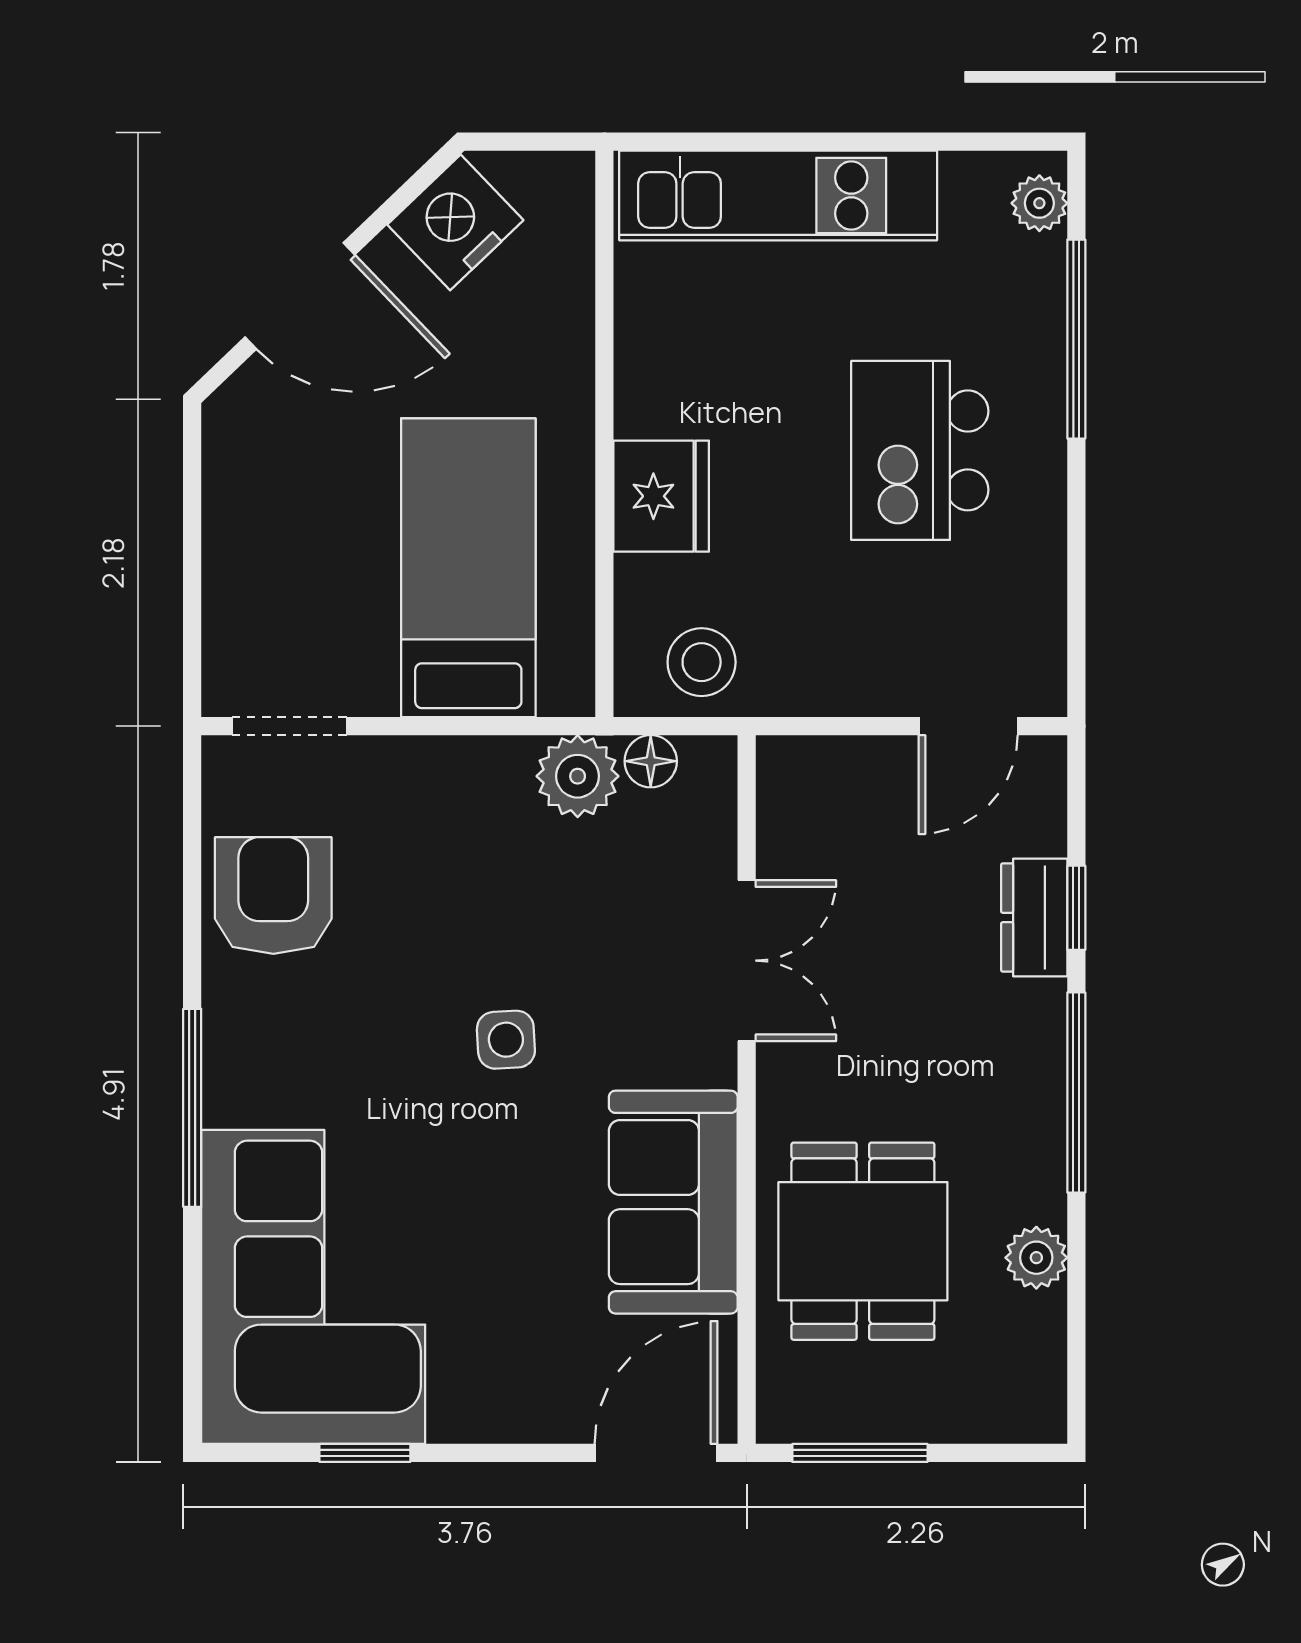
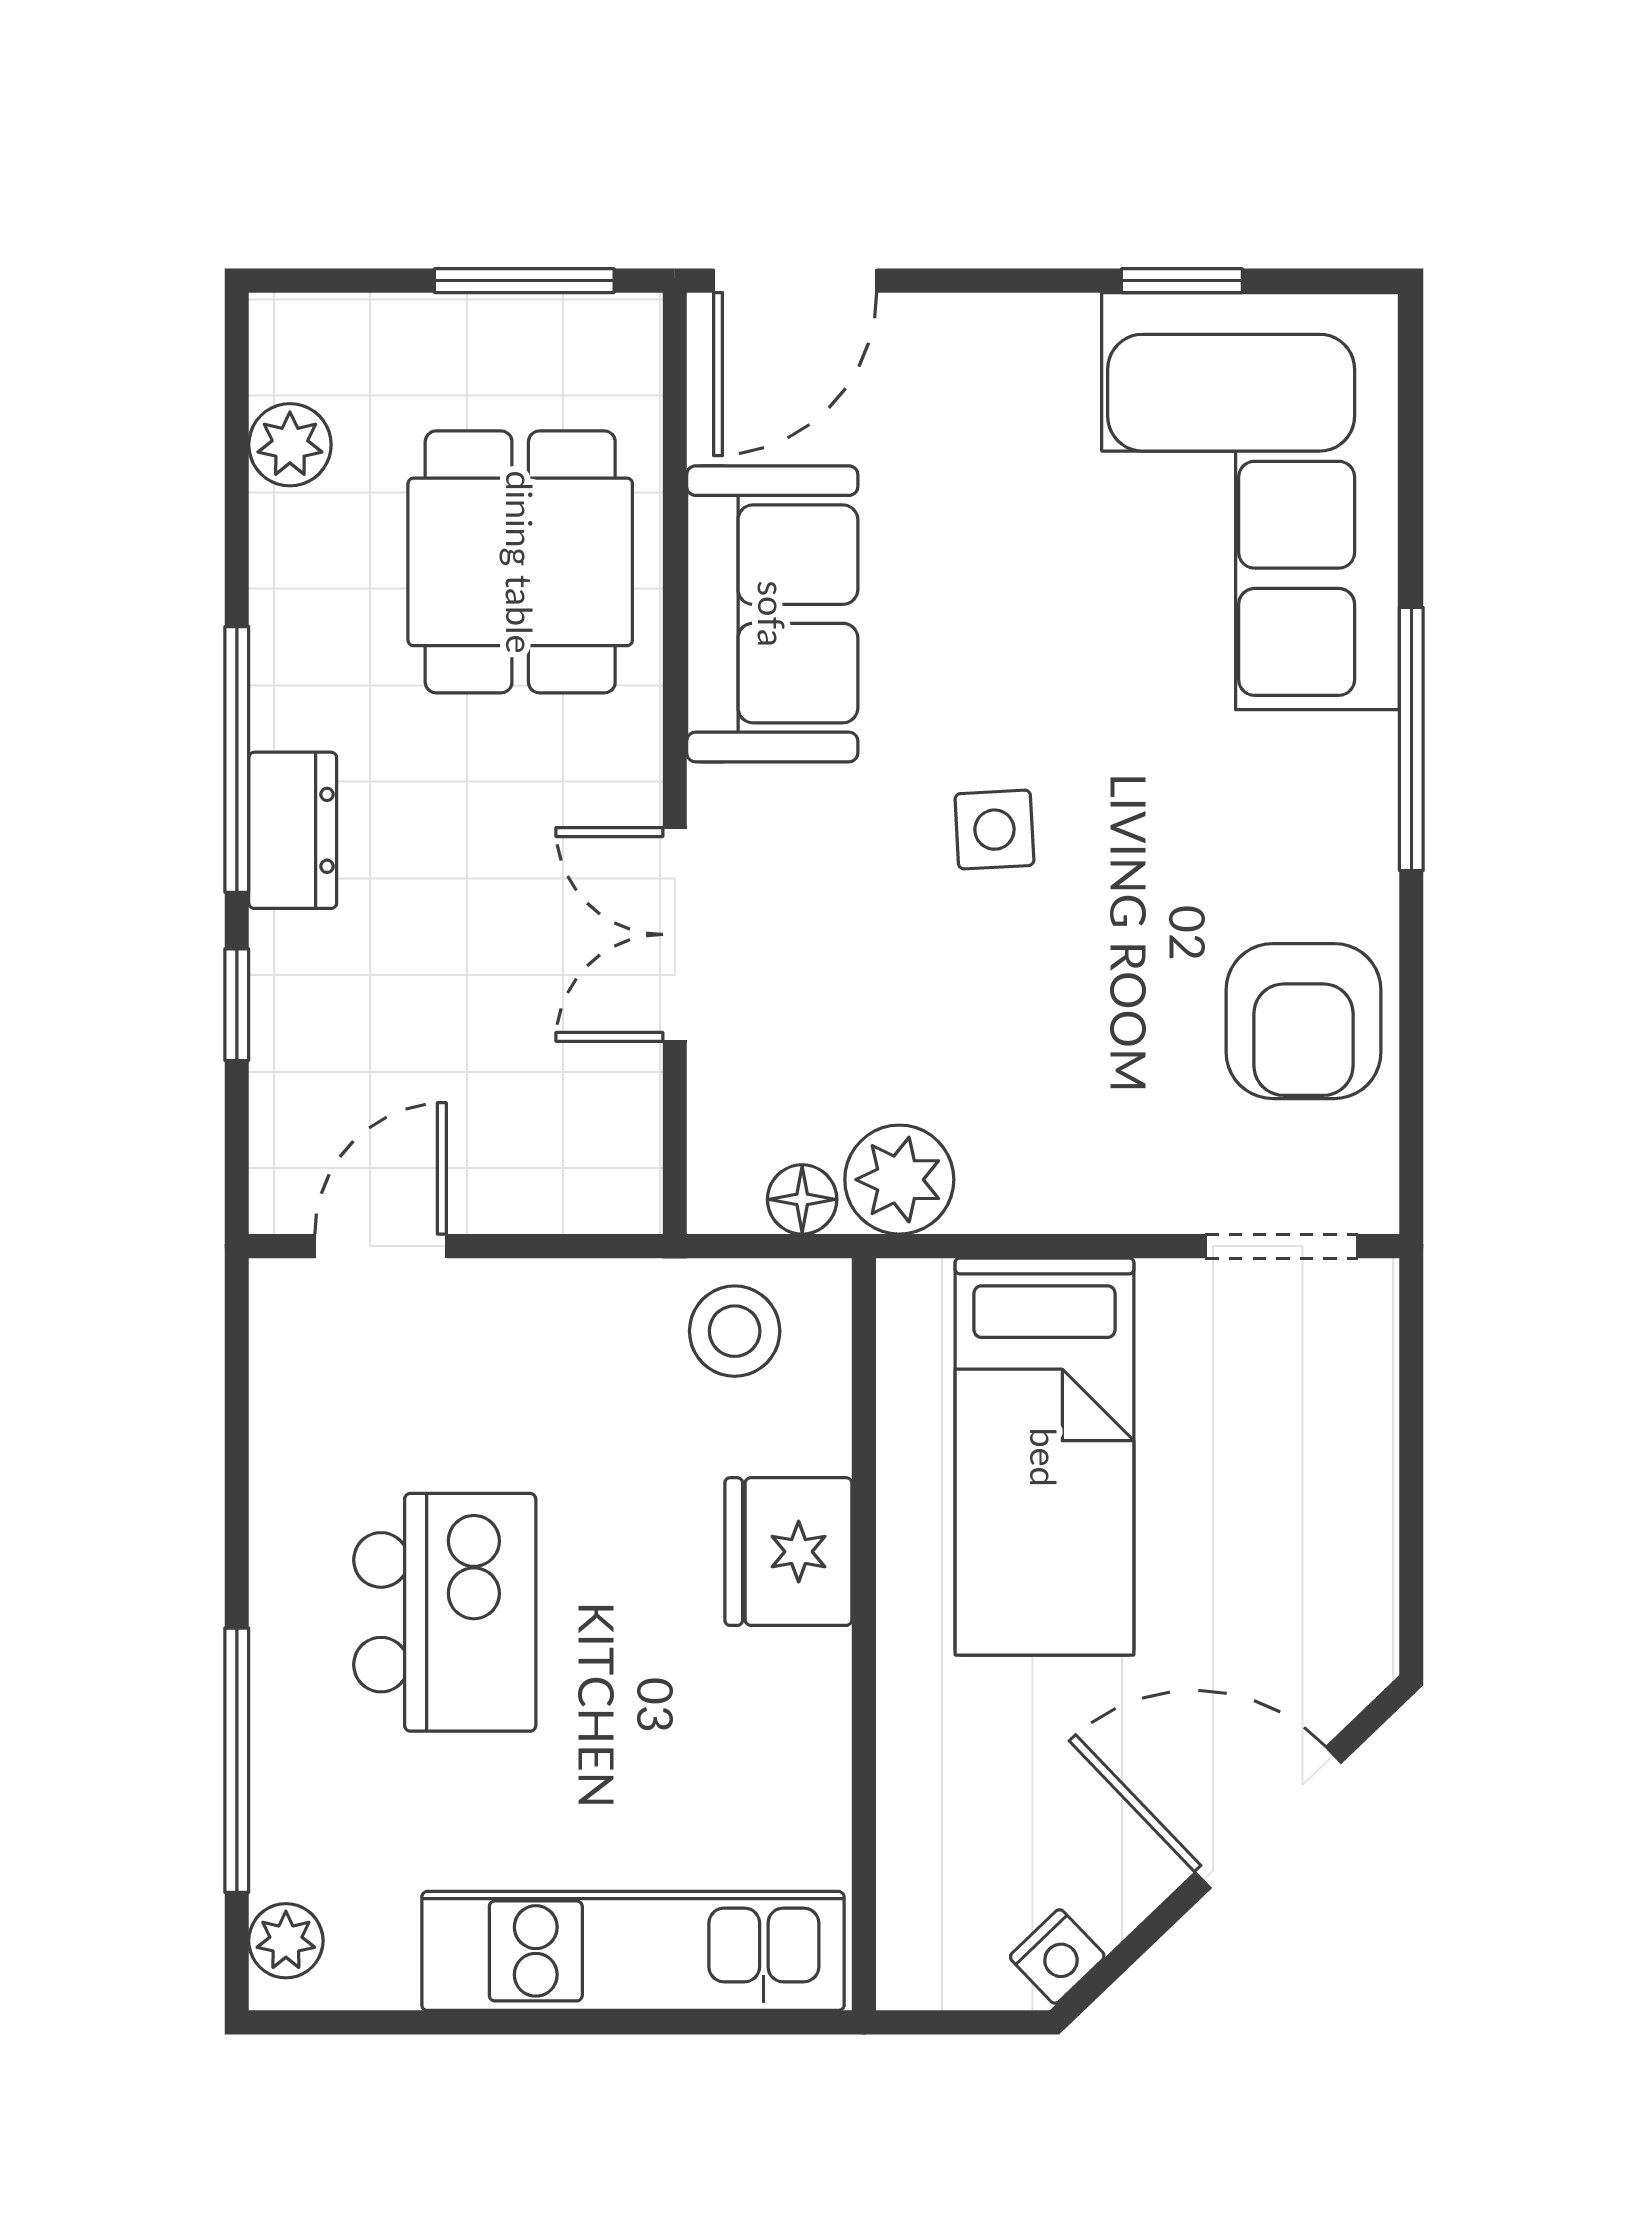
nightstand: (455, 222) -> (1057, 1956), width x0.53, depth x0.56
dresser: (1034, 917) -> (293, 830), moved
plant: (1036, 1258) -> (290, 445), moved

